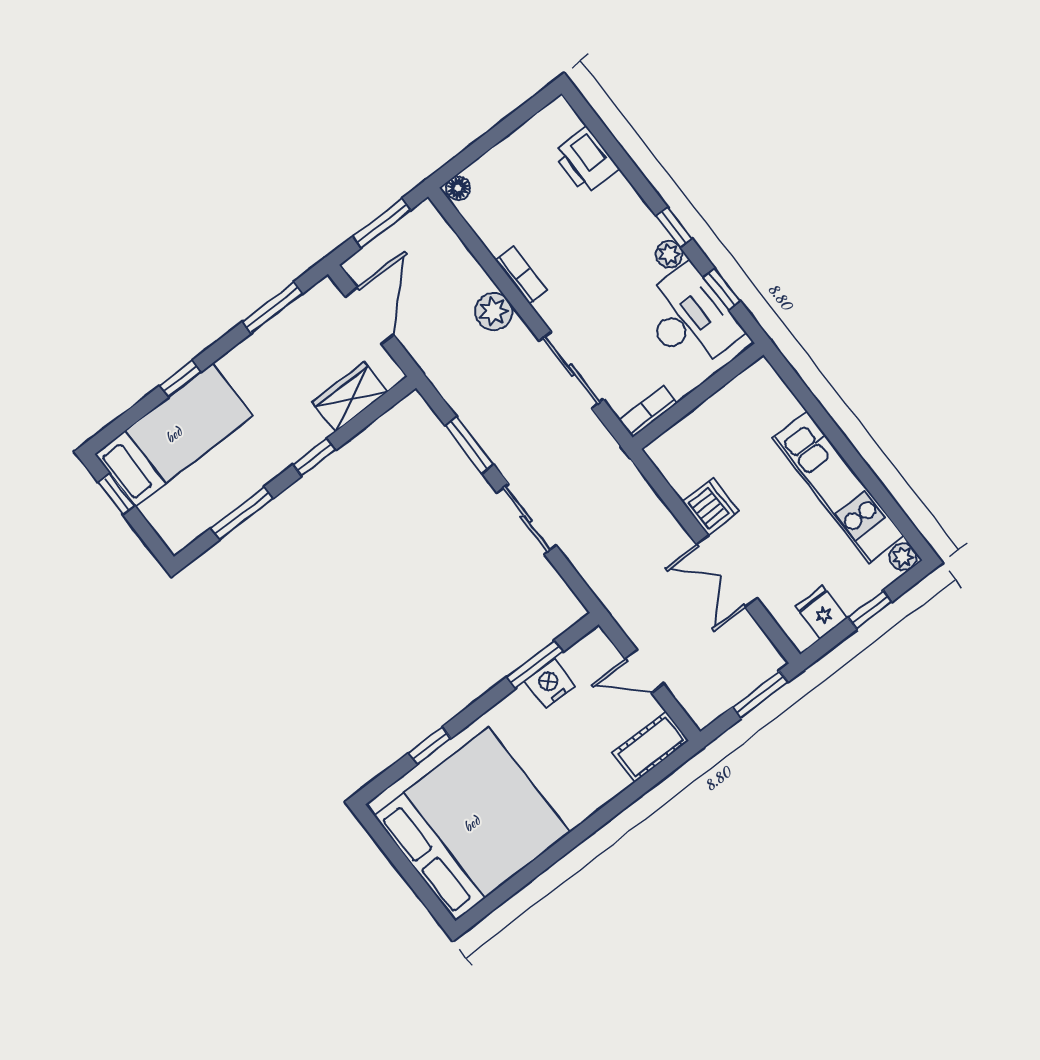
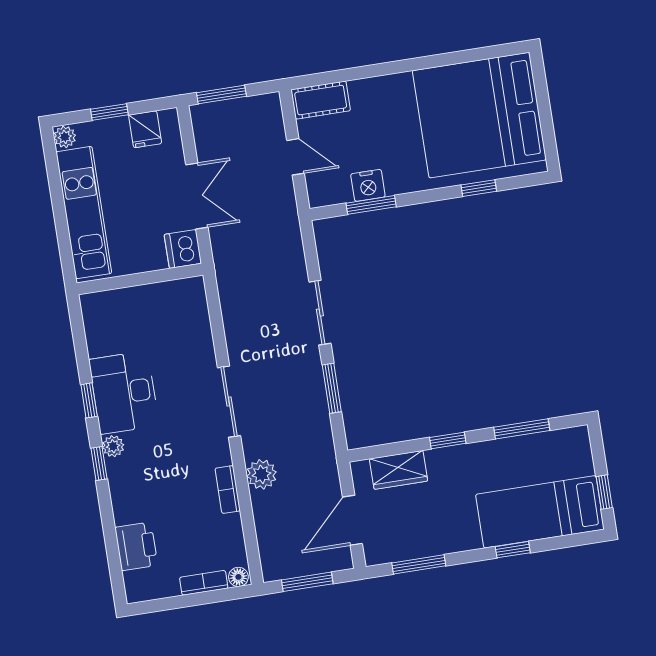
wall: (698, 396) -> (140, 279), moved
bookcase: (648, 412) -> (204, 583), moved, turned 180

